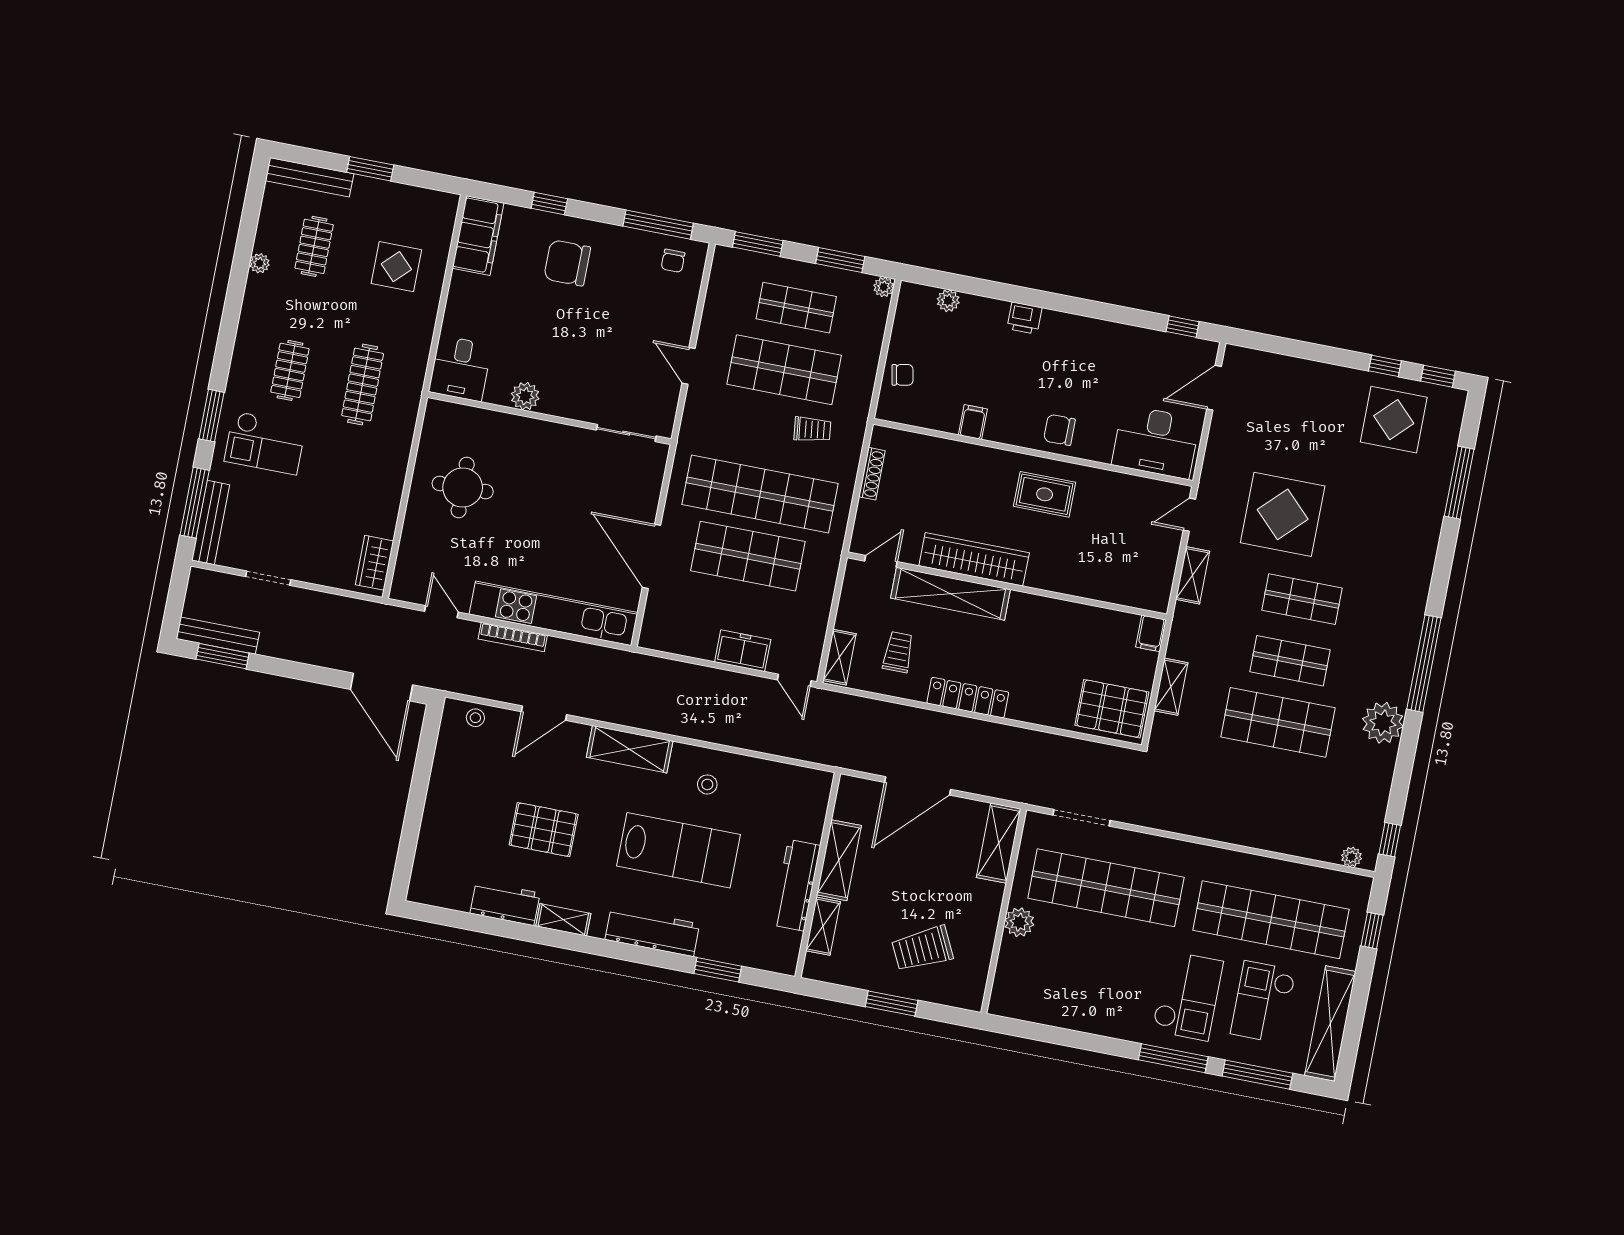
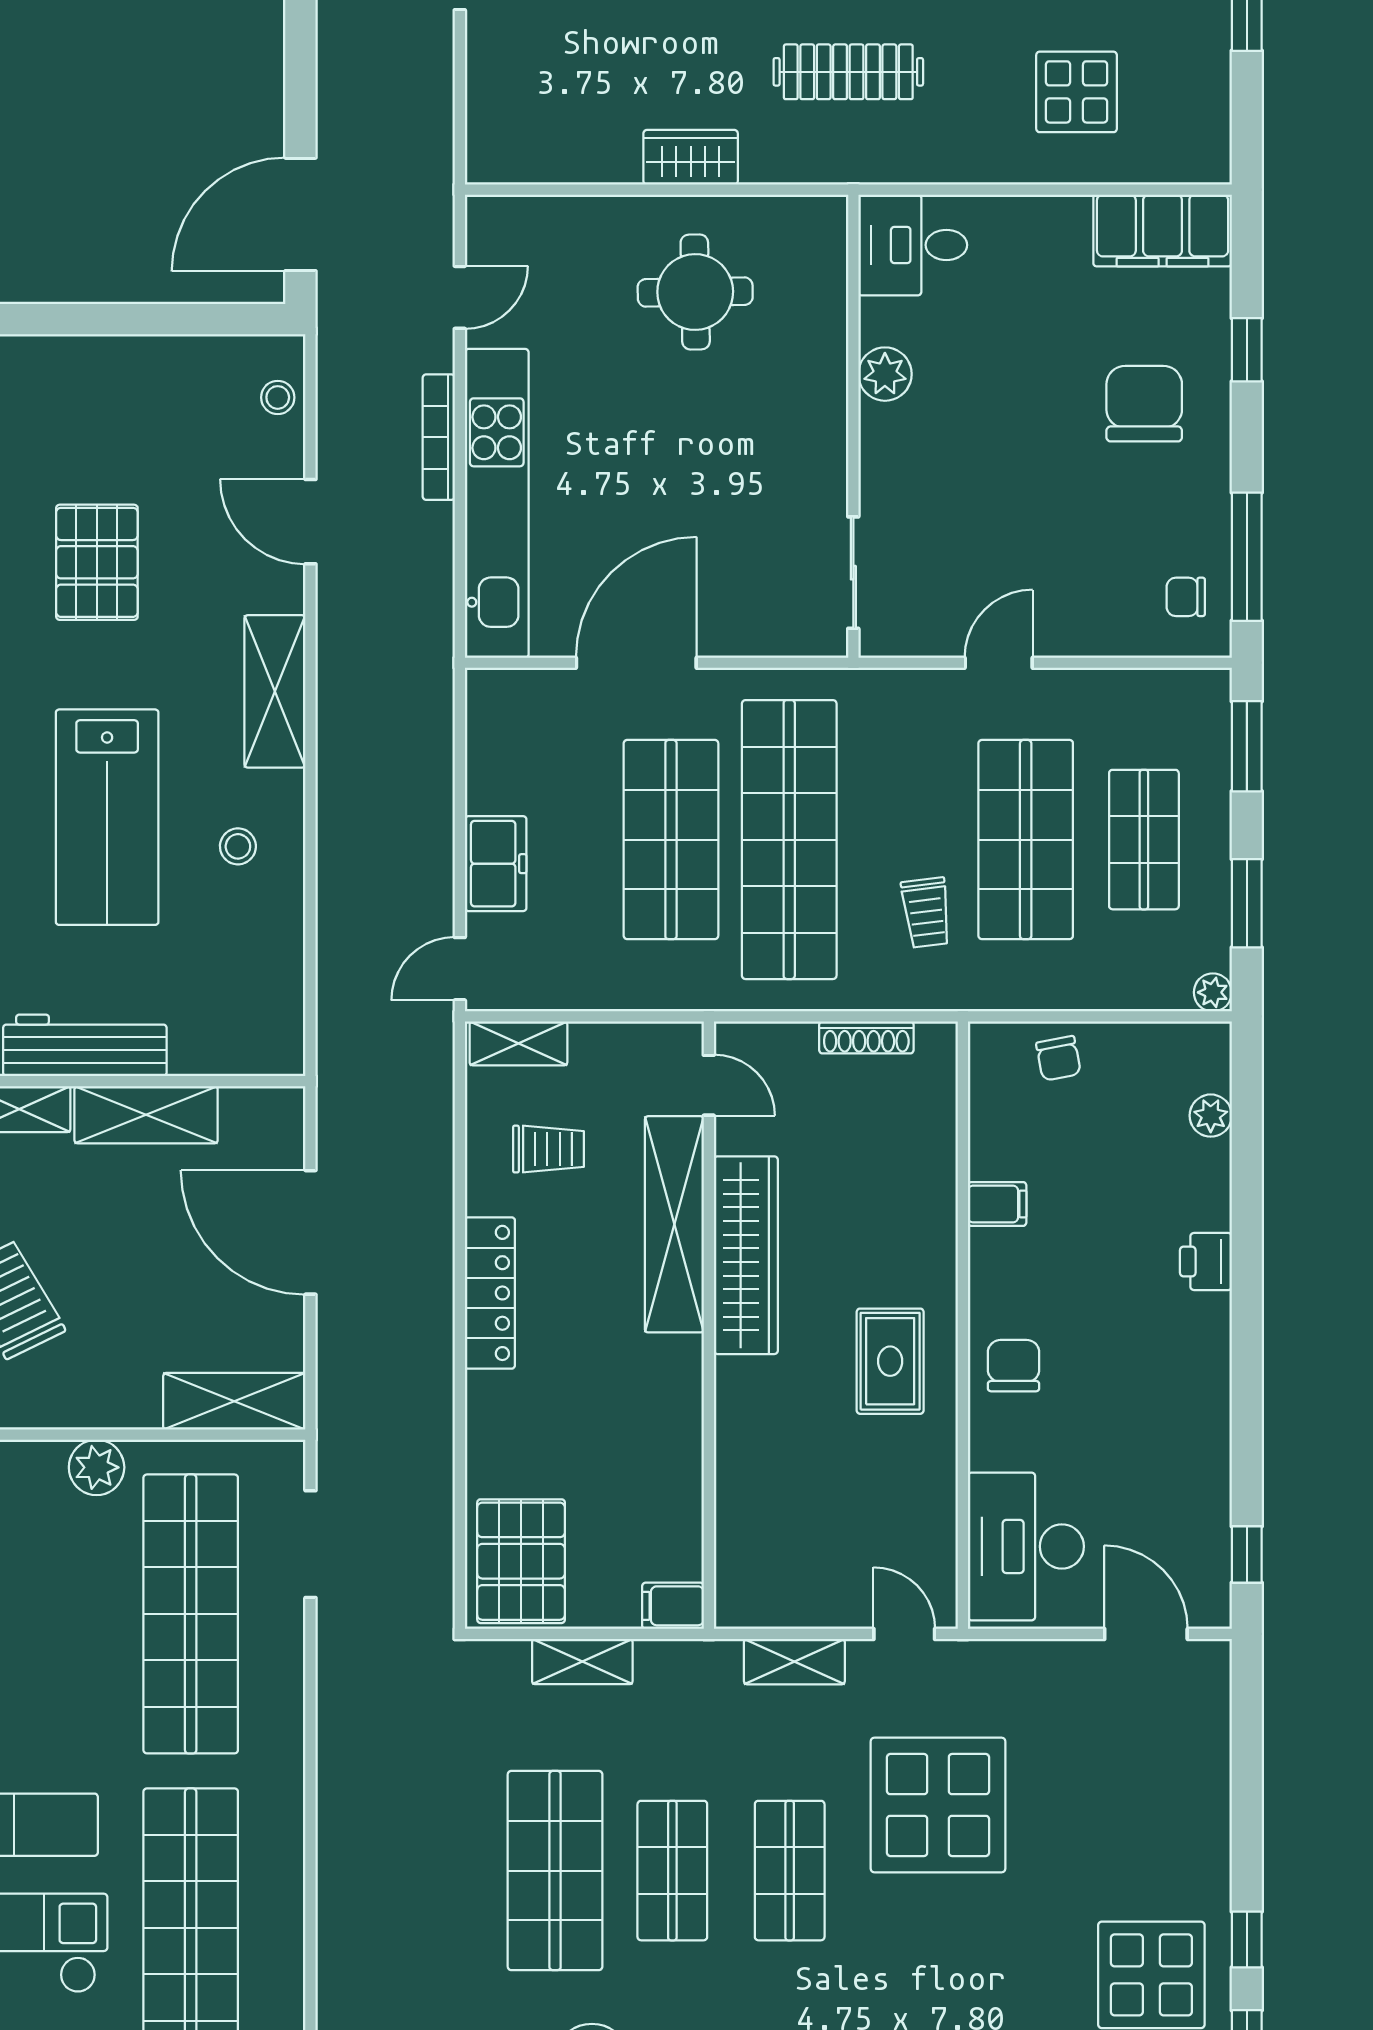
wardrobe: (374, 563) -> (691, 157), moved

